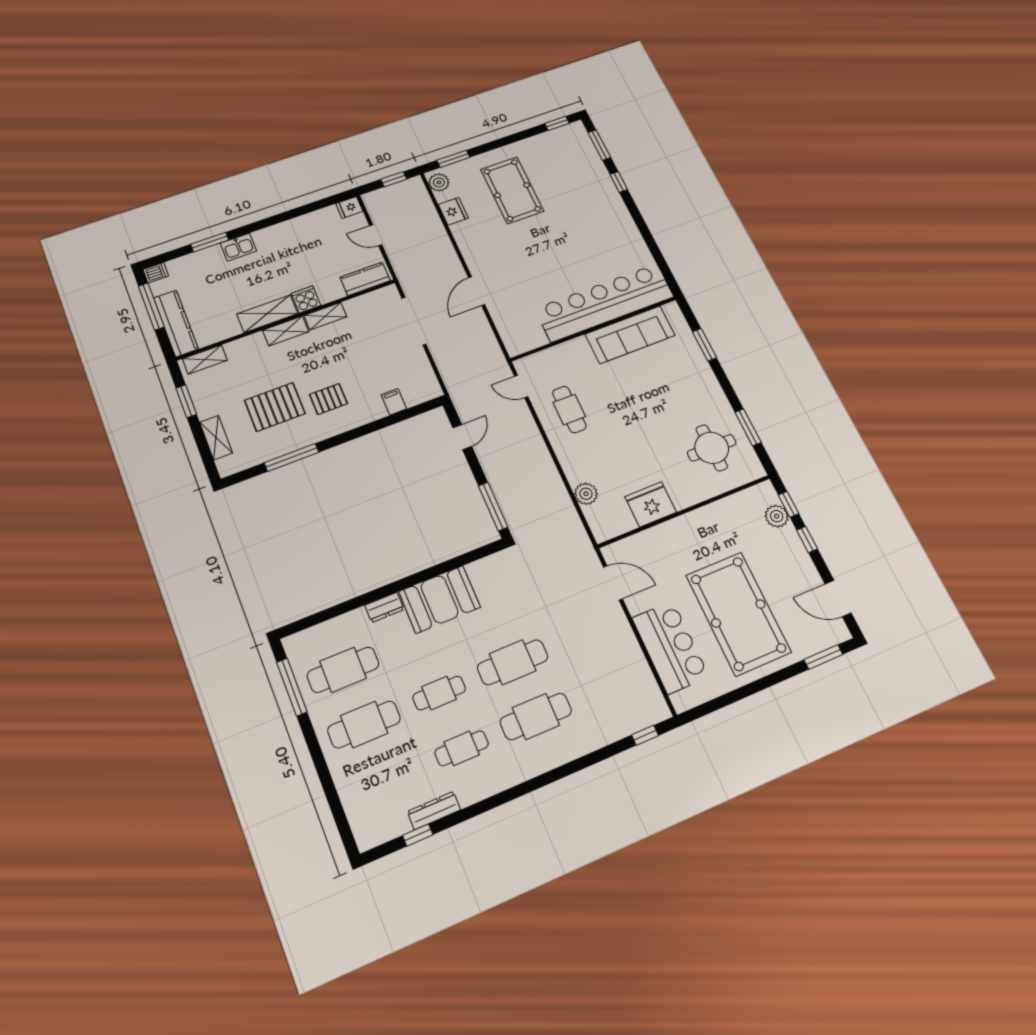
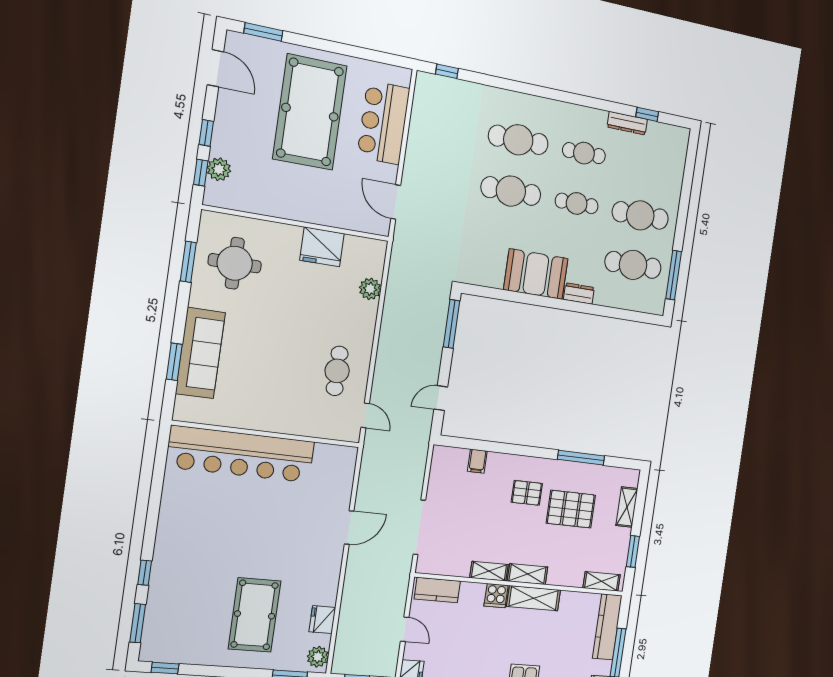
sofa: (630, 335) -> (200, 353), moved, turned 90

